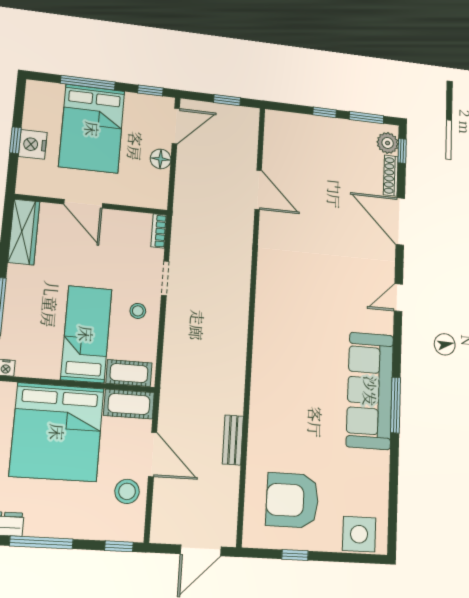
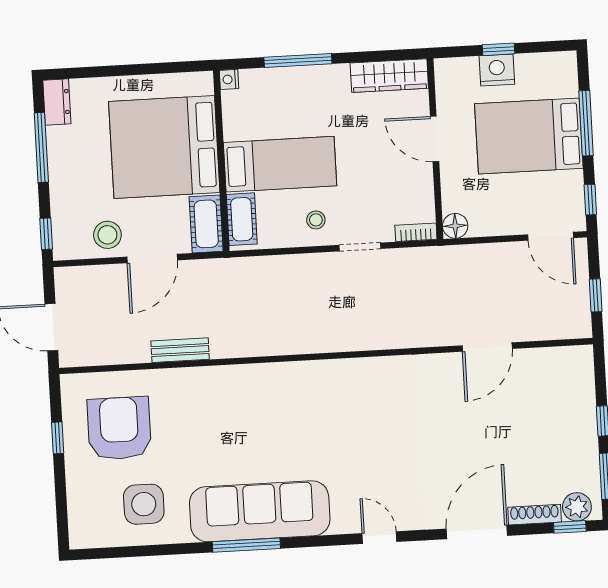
floor lamp: (161, 159) -> (455, 226), moved
door: (83, 204) -> (435, 139), hinge flipped
side table: (359, 534) -> (144, 504), moved

